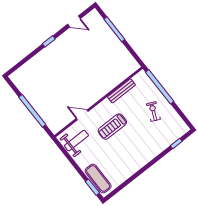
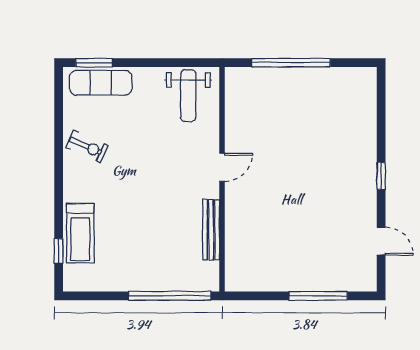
door: (74, 21) -> (381, 241), swing flipped
exercise bike: (153, 112) -> (87, 146), moved
door: (82, 115) -> (222, 167), moved
treadmill: (112, 127) -> (80, 233), moved, turned 180

